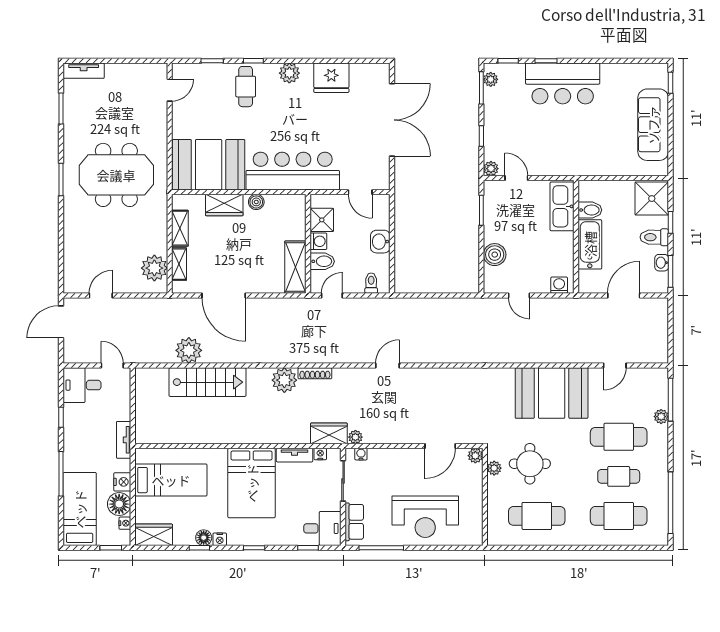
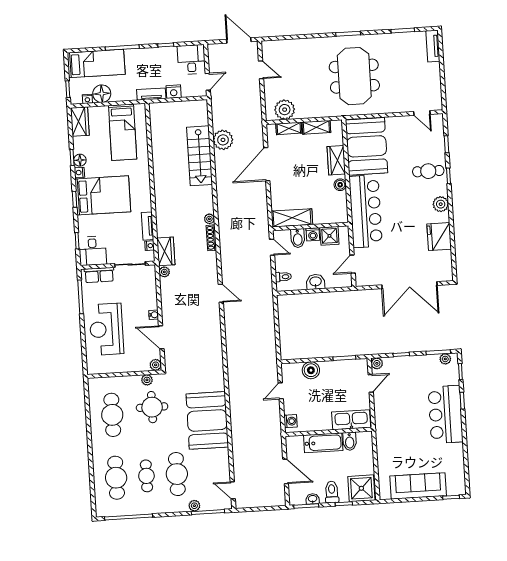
door: (615, 366) -> (233, 490), moved
plant: (284, 380) -> (209, 219), width x0.53, depth x0.53
water cooler: (361, 454) -> (154, 315), moved
nightstand: (122, 482) -> (174, 92), moved
bed: (252, 483) -> (103, 195), moved, turned 180

